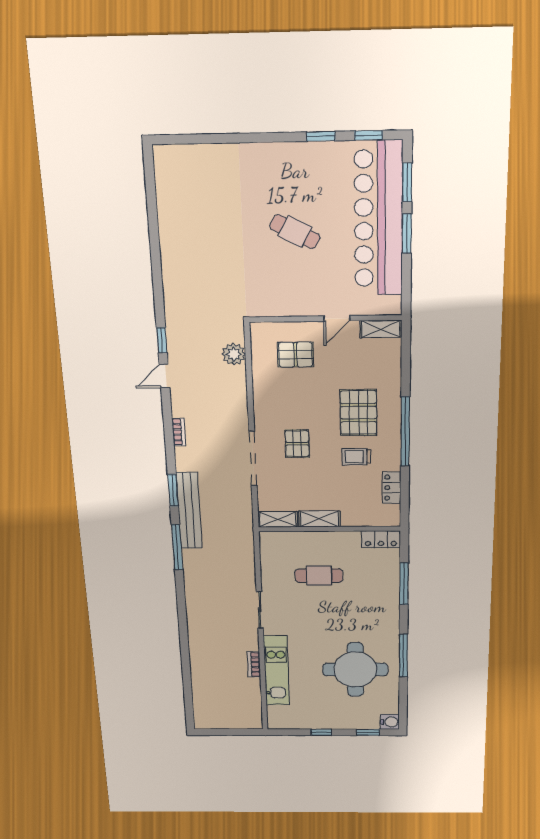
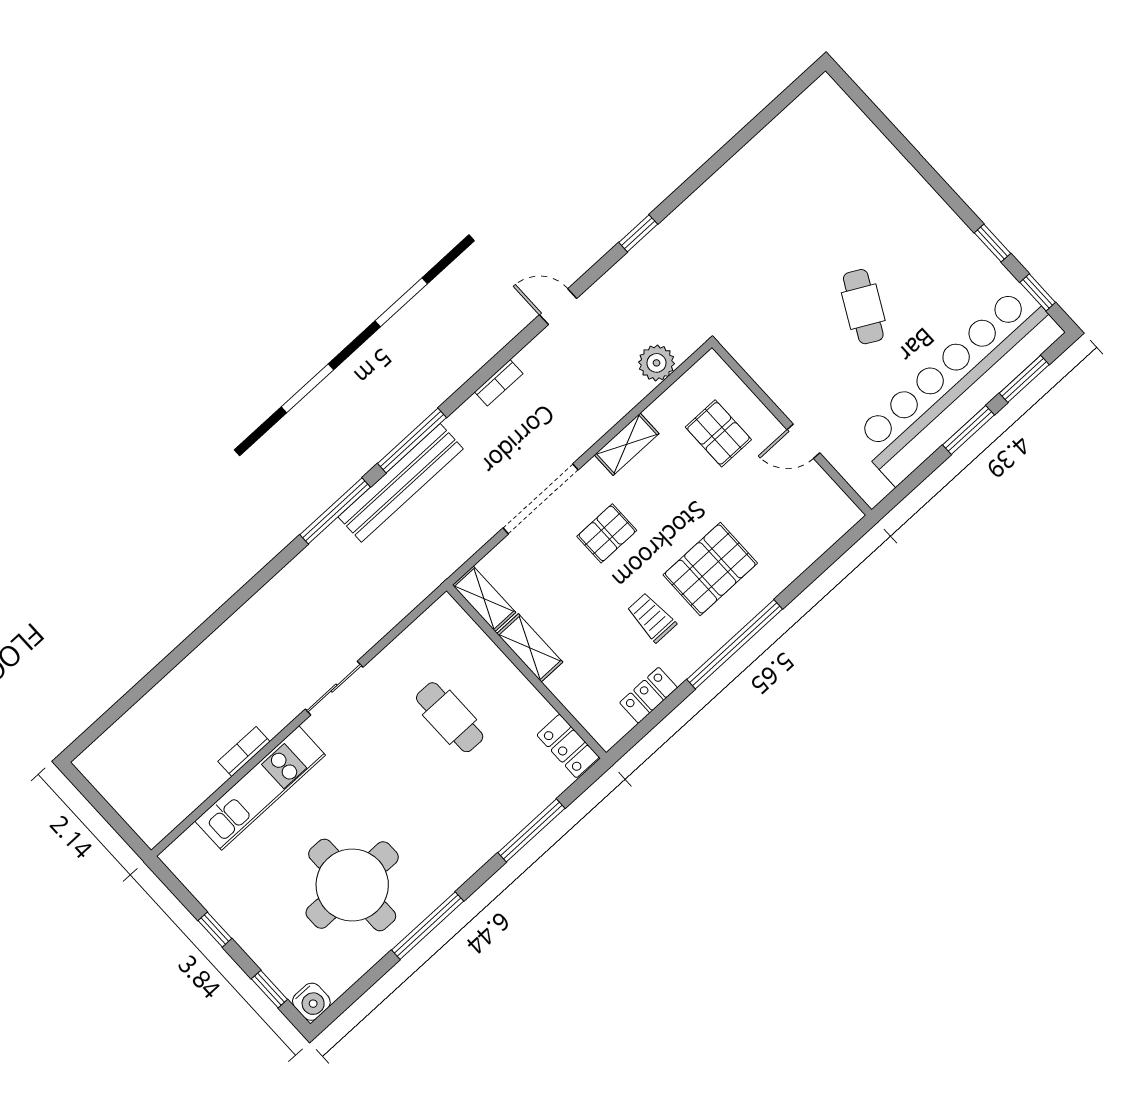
shelving: (381, 329) -> (627, 444), moved, turned 90
window: (162, 340) -> (638, 233), moved
window: (173, 490) -> (412, 440), width x1.44

